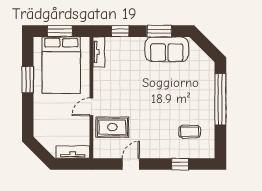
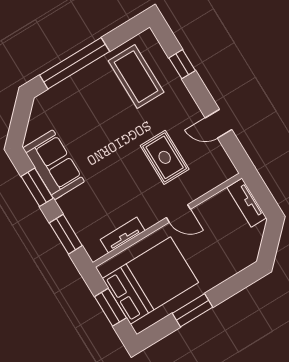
window: (120, 31) -> (66, 234), width x1.50
tv unit: (99, 52) -> (123, 235), moved
rug: (112, 127) -> (165, 157), moved
coffee table: (190, 132) -> (136, 77), width x1.86, depth x1.72

